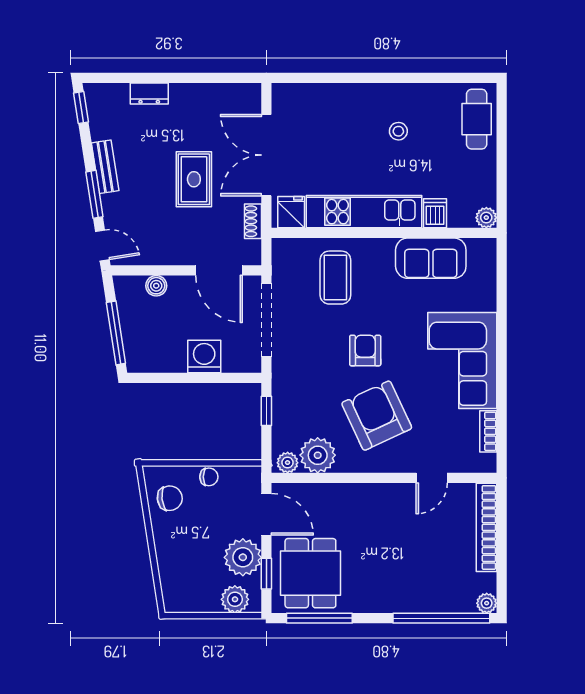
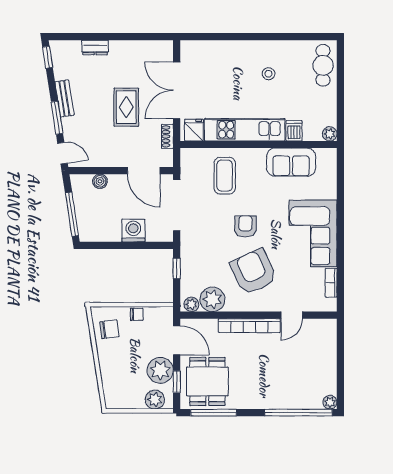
bookcase: (486, 527) -> (249, 326), moved, turned -90

